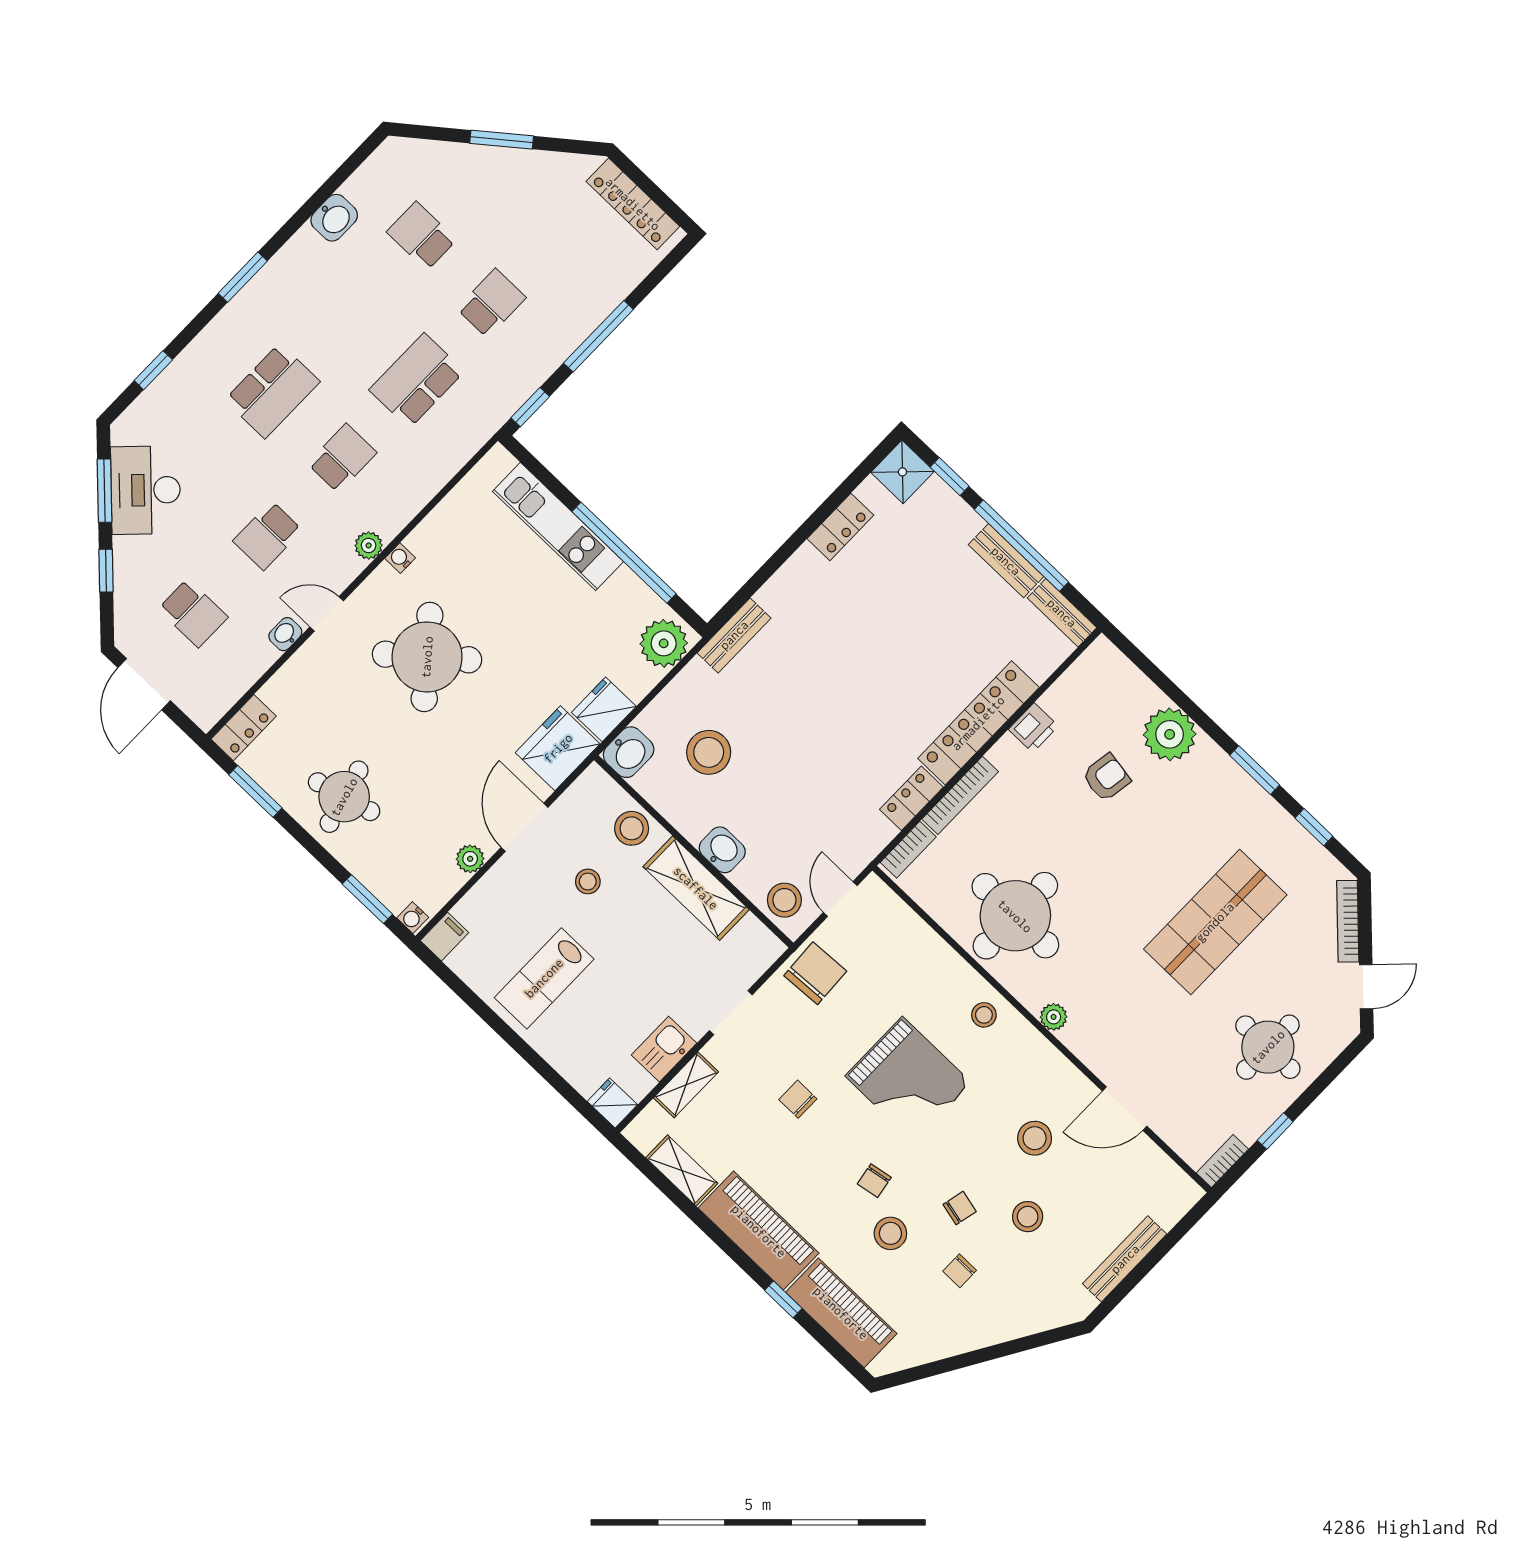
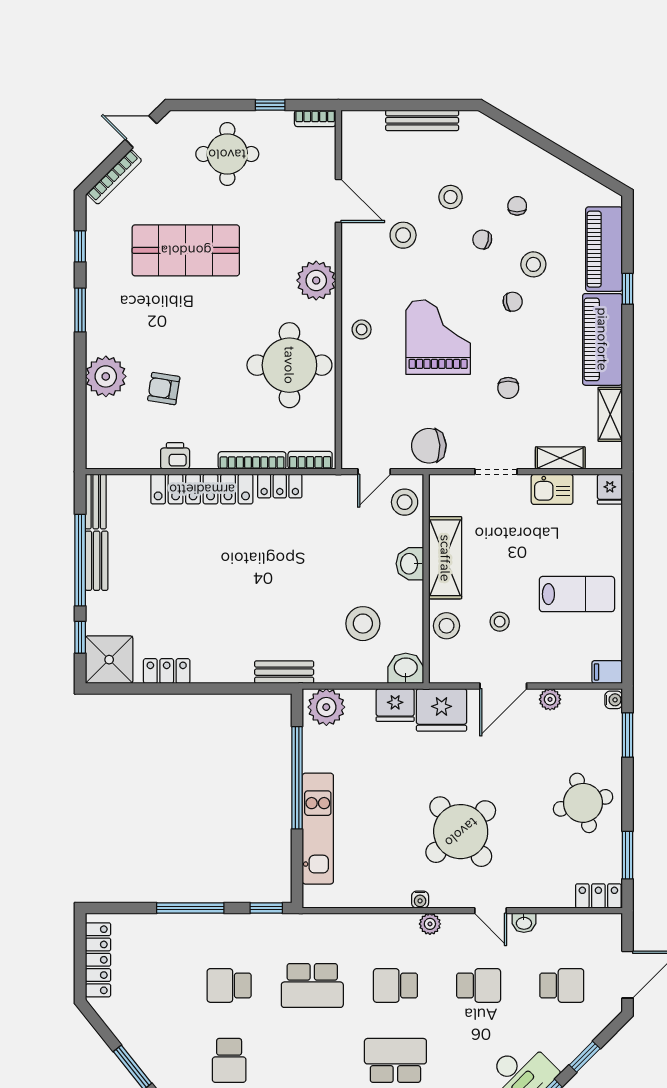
shower: (902, 472) -> (109, 660), width x1.36, depth x1.36
school desk: (193, 613) -> (562, 985), turned 90
plant: (1054, 1017) -> (316, 280), width x1.87, depth x1.87
chair: (960, 1271) -> (517, 206), turned -90

